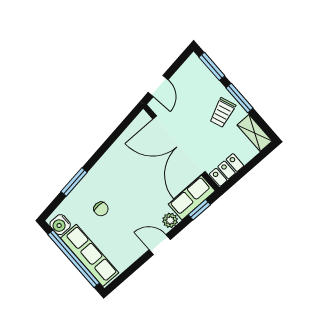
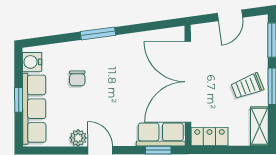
door: (158, 86) -> (230, 15), moved
window: (74, 182) -> (98, 33), moved
plant: (170, 220) -> (78, 138), moved
window: (74, 259) -> (19, 100), width x0.32

